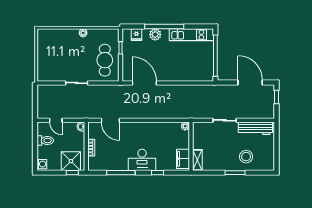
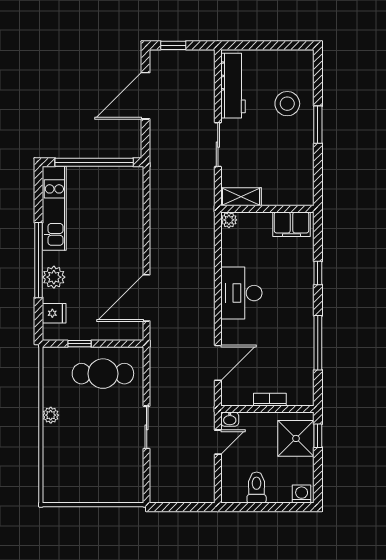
door: (56, 120) -> (218, 442), moved
desk: (142, 160) -> (241, 293), moved, turned 180
shelving: (197, 160) -> (241, 197), moved

